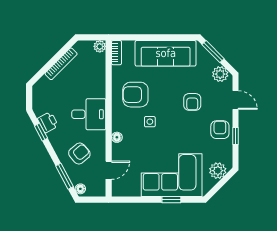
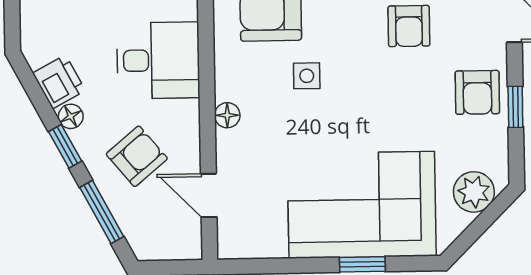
armchair: (220, 130) -> (477, 92), turned 180
window: (41, 132) -> (65, 146), moved
door: (109, 170) -> (209, 195), swing flipped
floor lamp: (80, 189) -> (71, 116), moved

